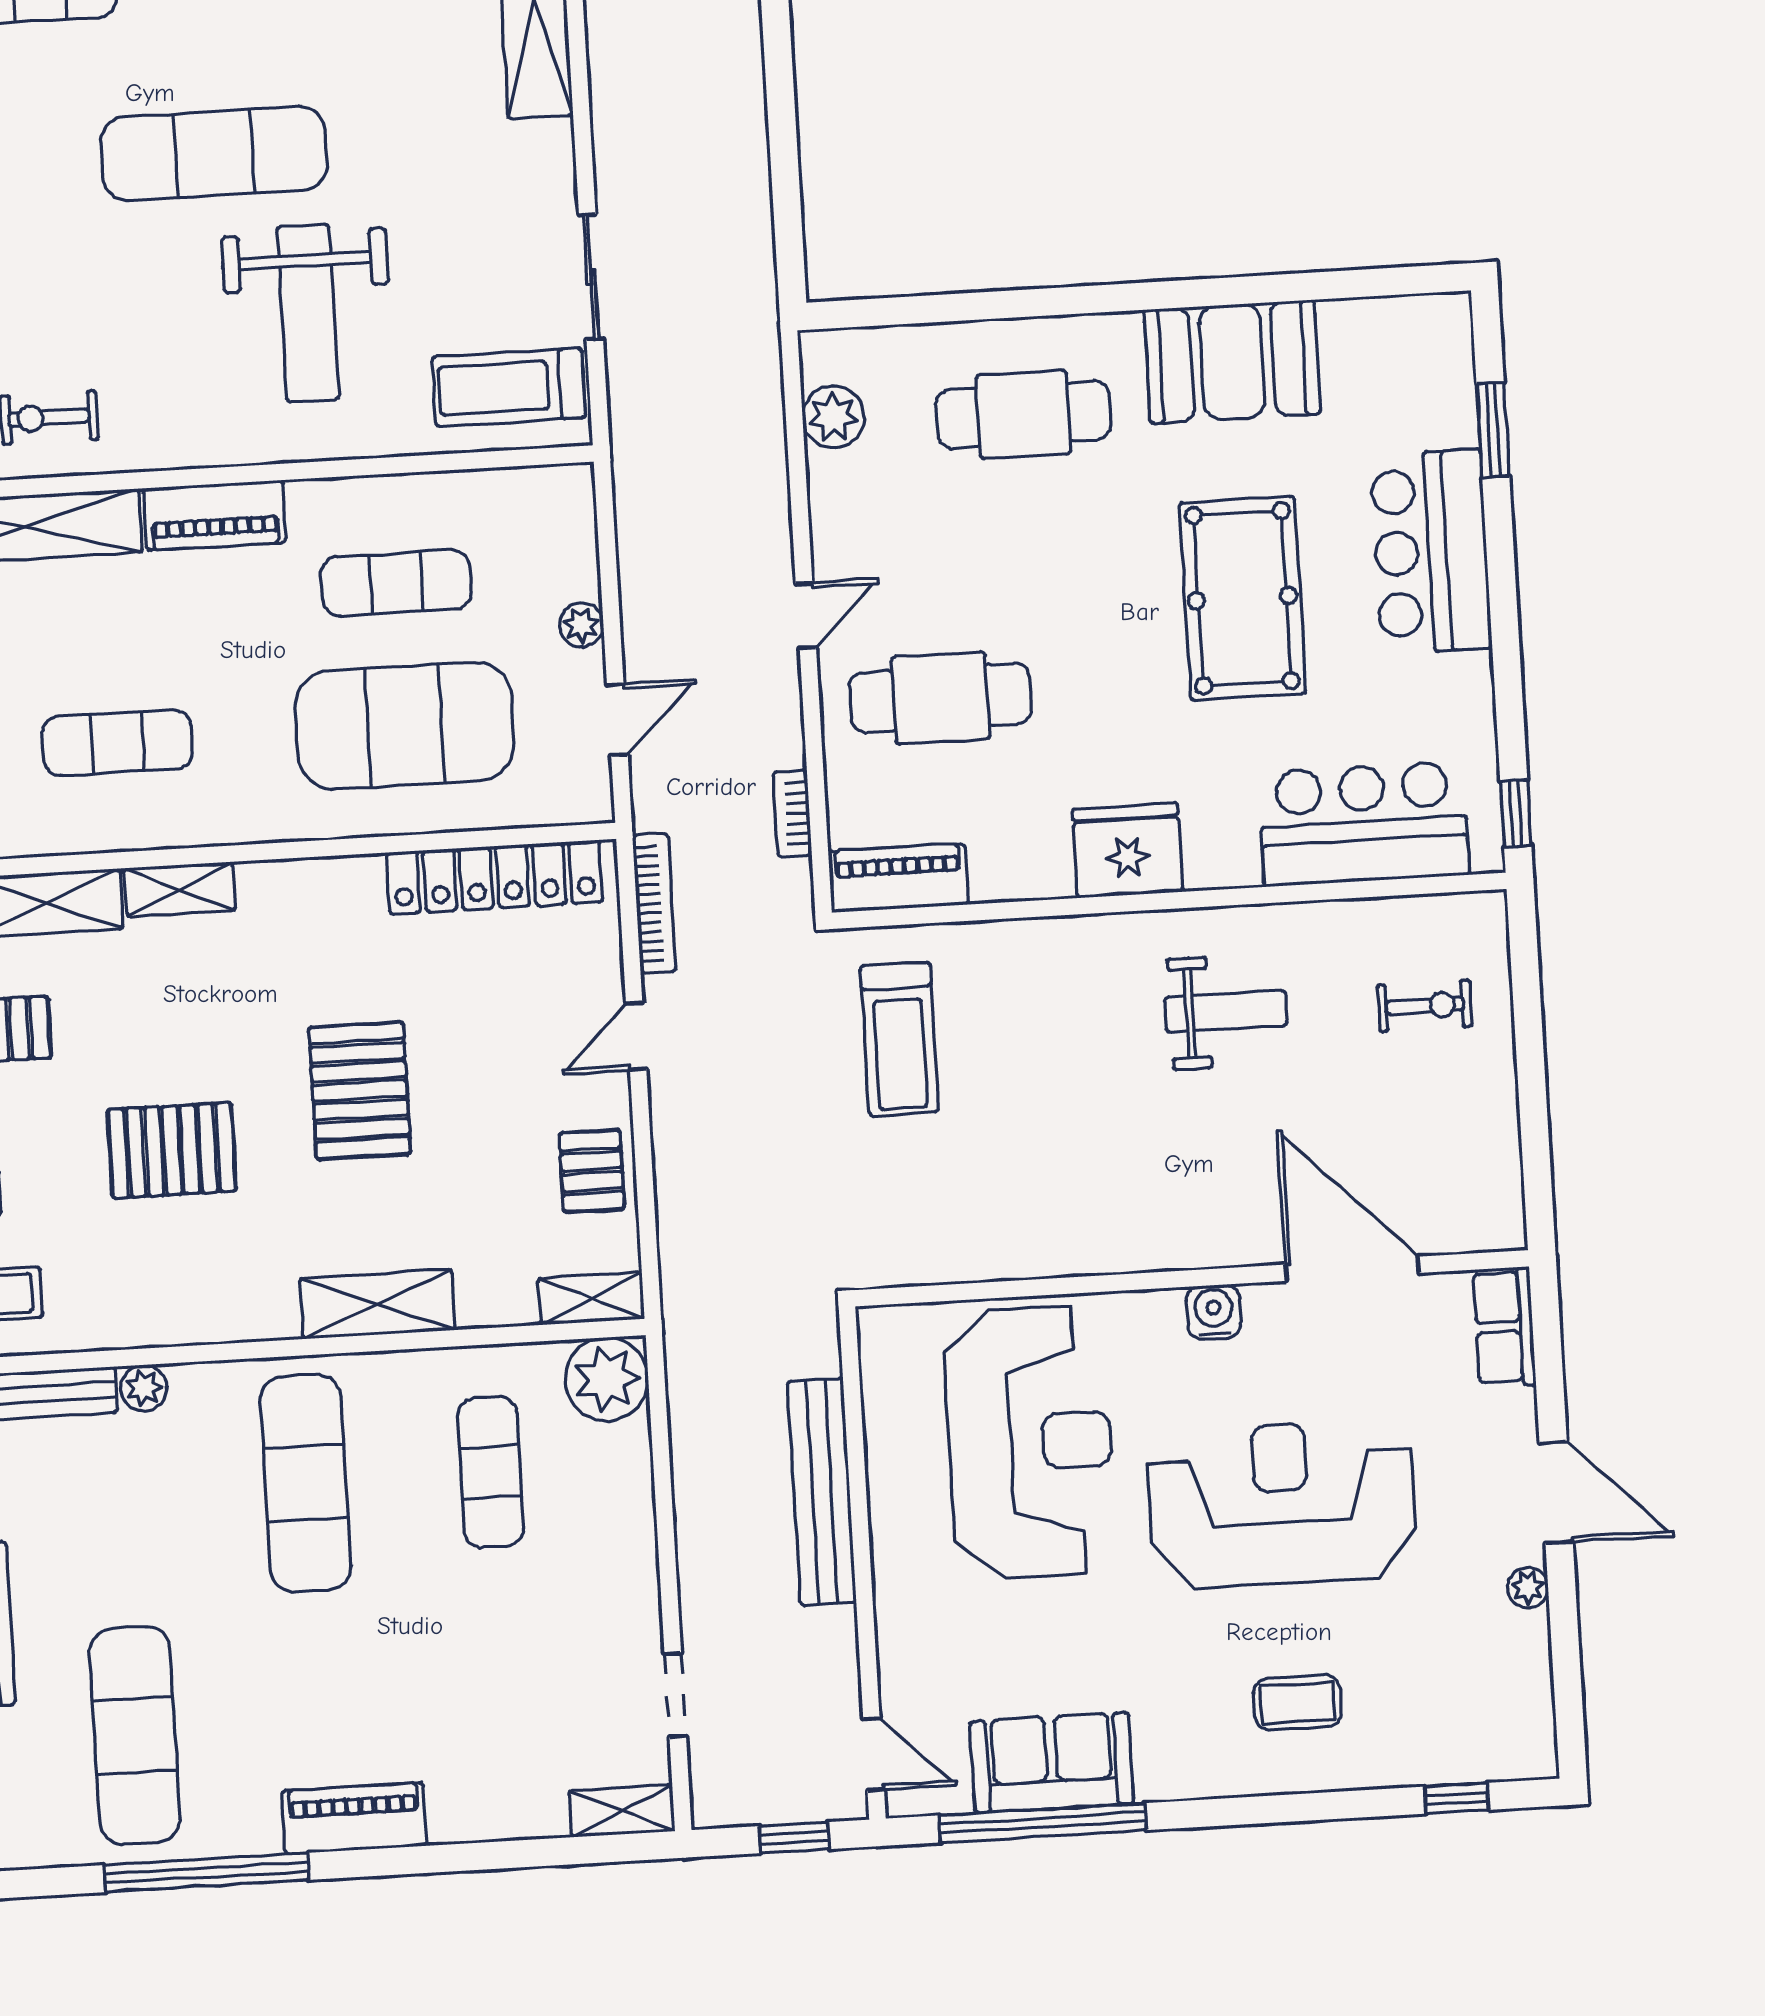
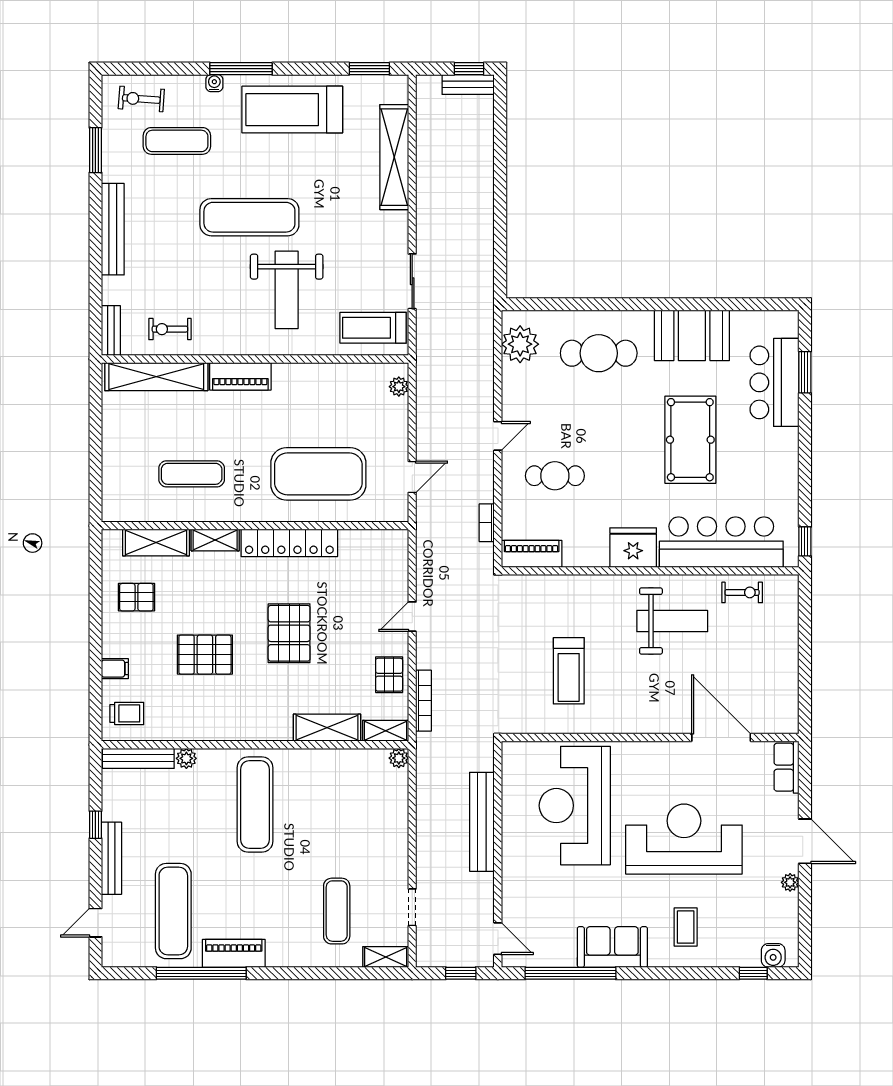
plant: (833, 417) -> (520, 344), width x1.36, depth x1.36
bar counter: (1431, 552) -> (775, 382), moved
exercise mat: (396, 583) -> (318, 411), removed
plant: (581, 625) -> (399, 387), moved
cafe table: (940, 698) -> (555, 476), width x0.73, depth x0.74
bar counter: (1364, 824) -> (721, 542), width x1.36
locker: (494, 877) -> (289, 543), moved
bookcase: (654, 903) -> (423, 701), moved
exercise bike: (1425, 1006) -> (742, 592), moved
weight bench: (1226, 1011) -> (672, 621), width x1.36, depth x1.33
treadmill: (899, 1039) -> (569, 671), moved
shelving: (378, 1304) -> (327, 728), moved
water cooler: (1214, 1312) -> (773, 955), moved, turned 180
plant: (607, 1379) -> (399, 758), width x0.53, depth x0.53
reception desk: (1030, 1442) -> (575, 806), turned 180
exercise mat: (491, 1472) -> (337, 911), moved
coffee table: (1297, 1703) -> (686, 927), turned 90
sofa: (1052, 1763) -> (612, 947), moved
piano: (354, 1818) -> (234, 953), moved

